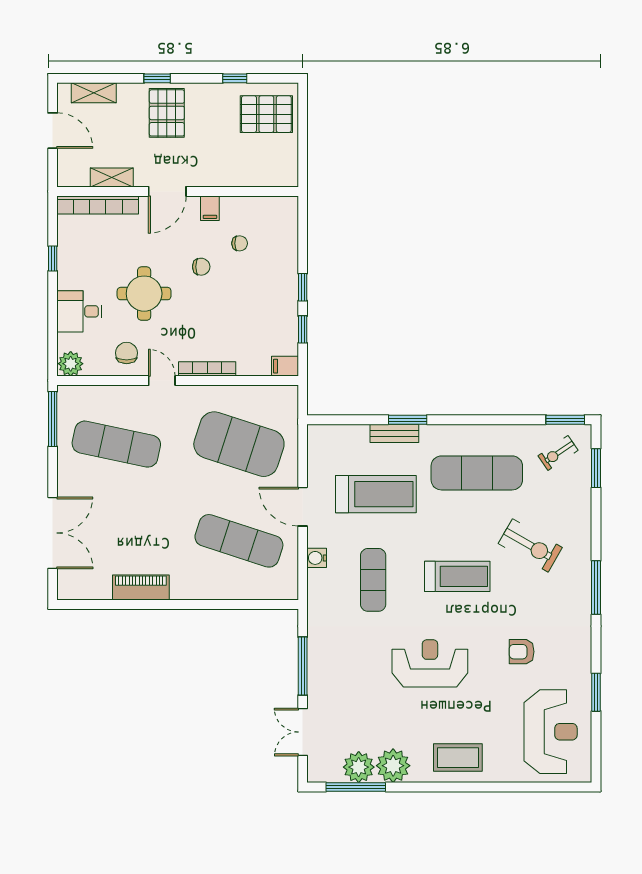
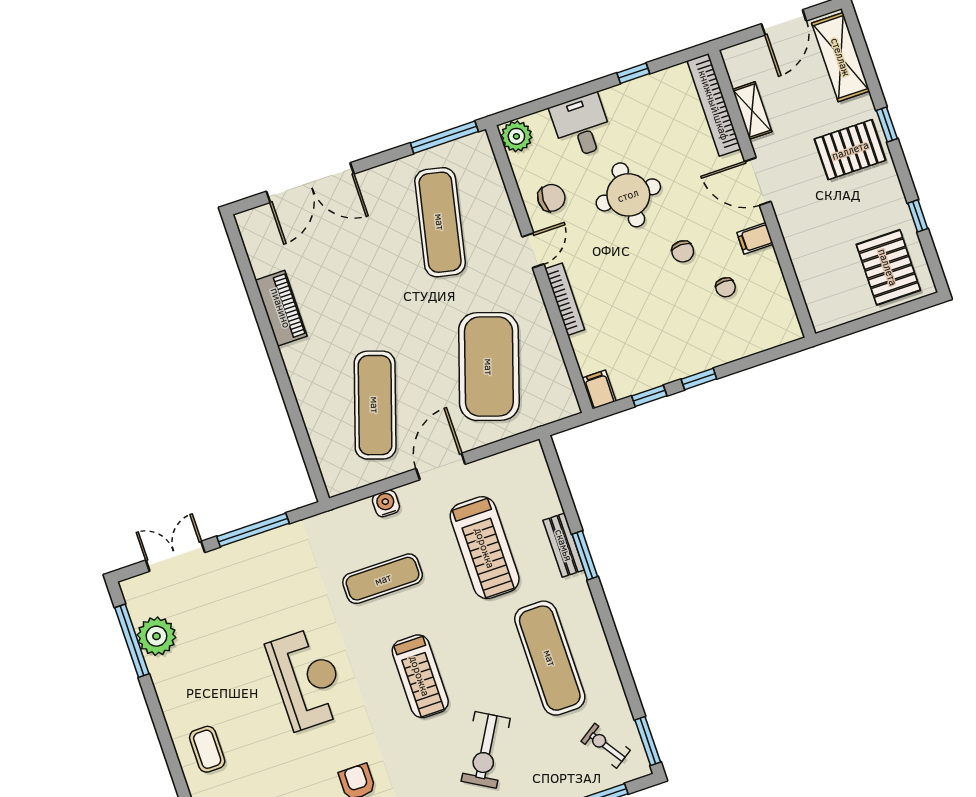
shelving: (94, 93) -> (841, 57), width x1.50, depth x1.33
coffee table: (458, 758) -> (207, 749), width x0.73, depth x0.77
plant: (393, 766) -> (172, 676), removed

